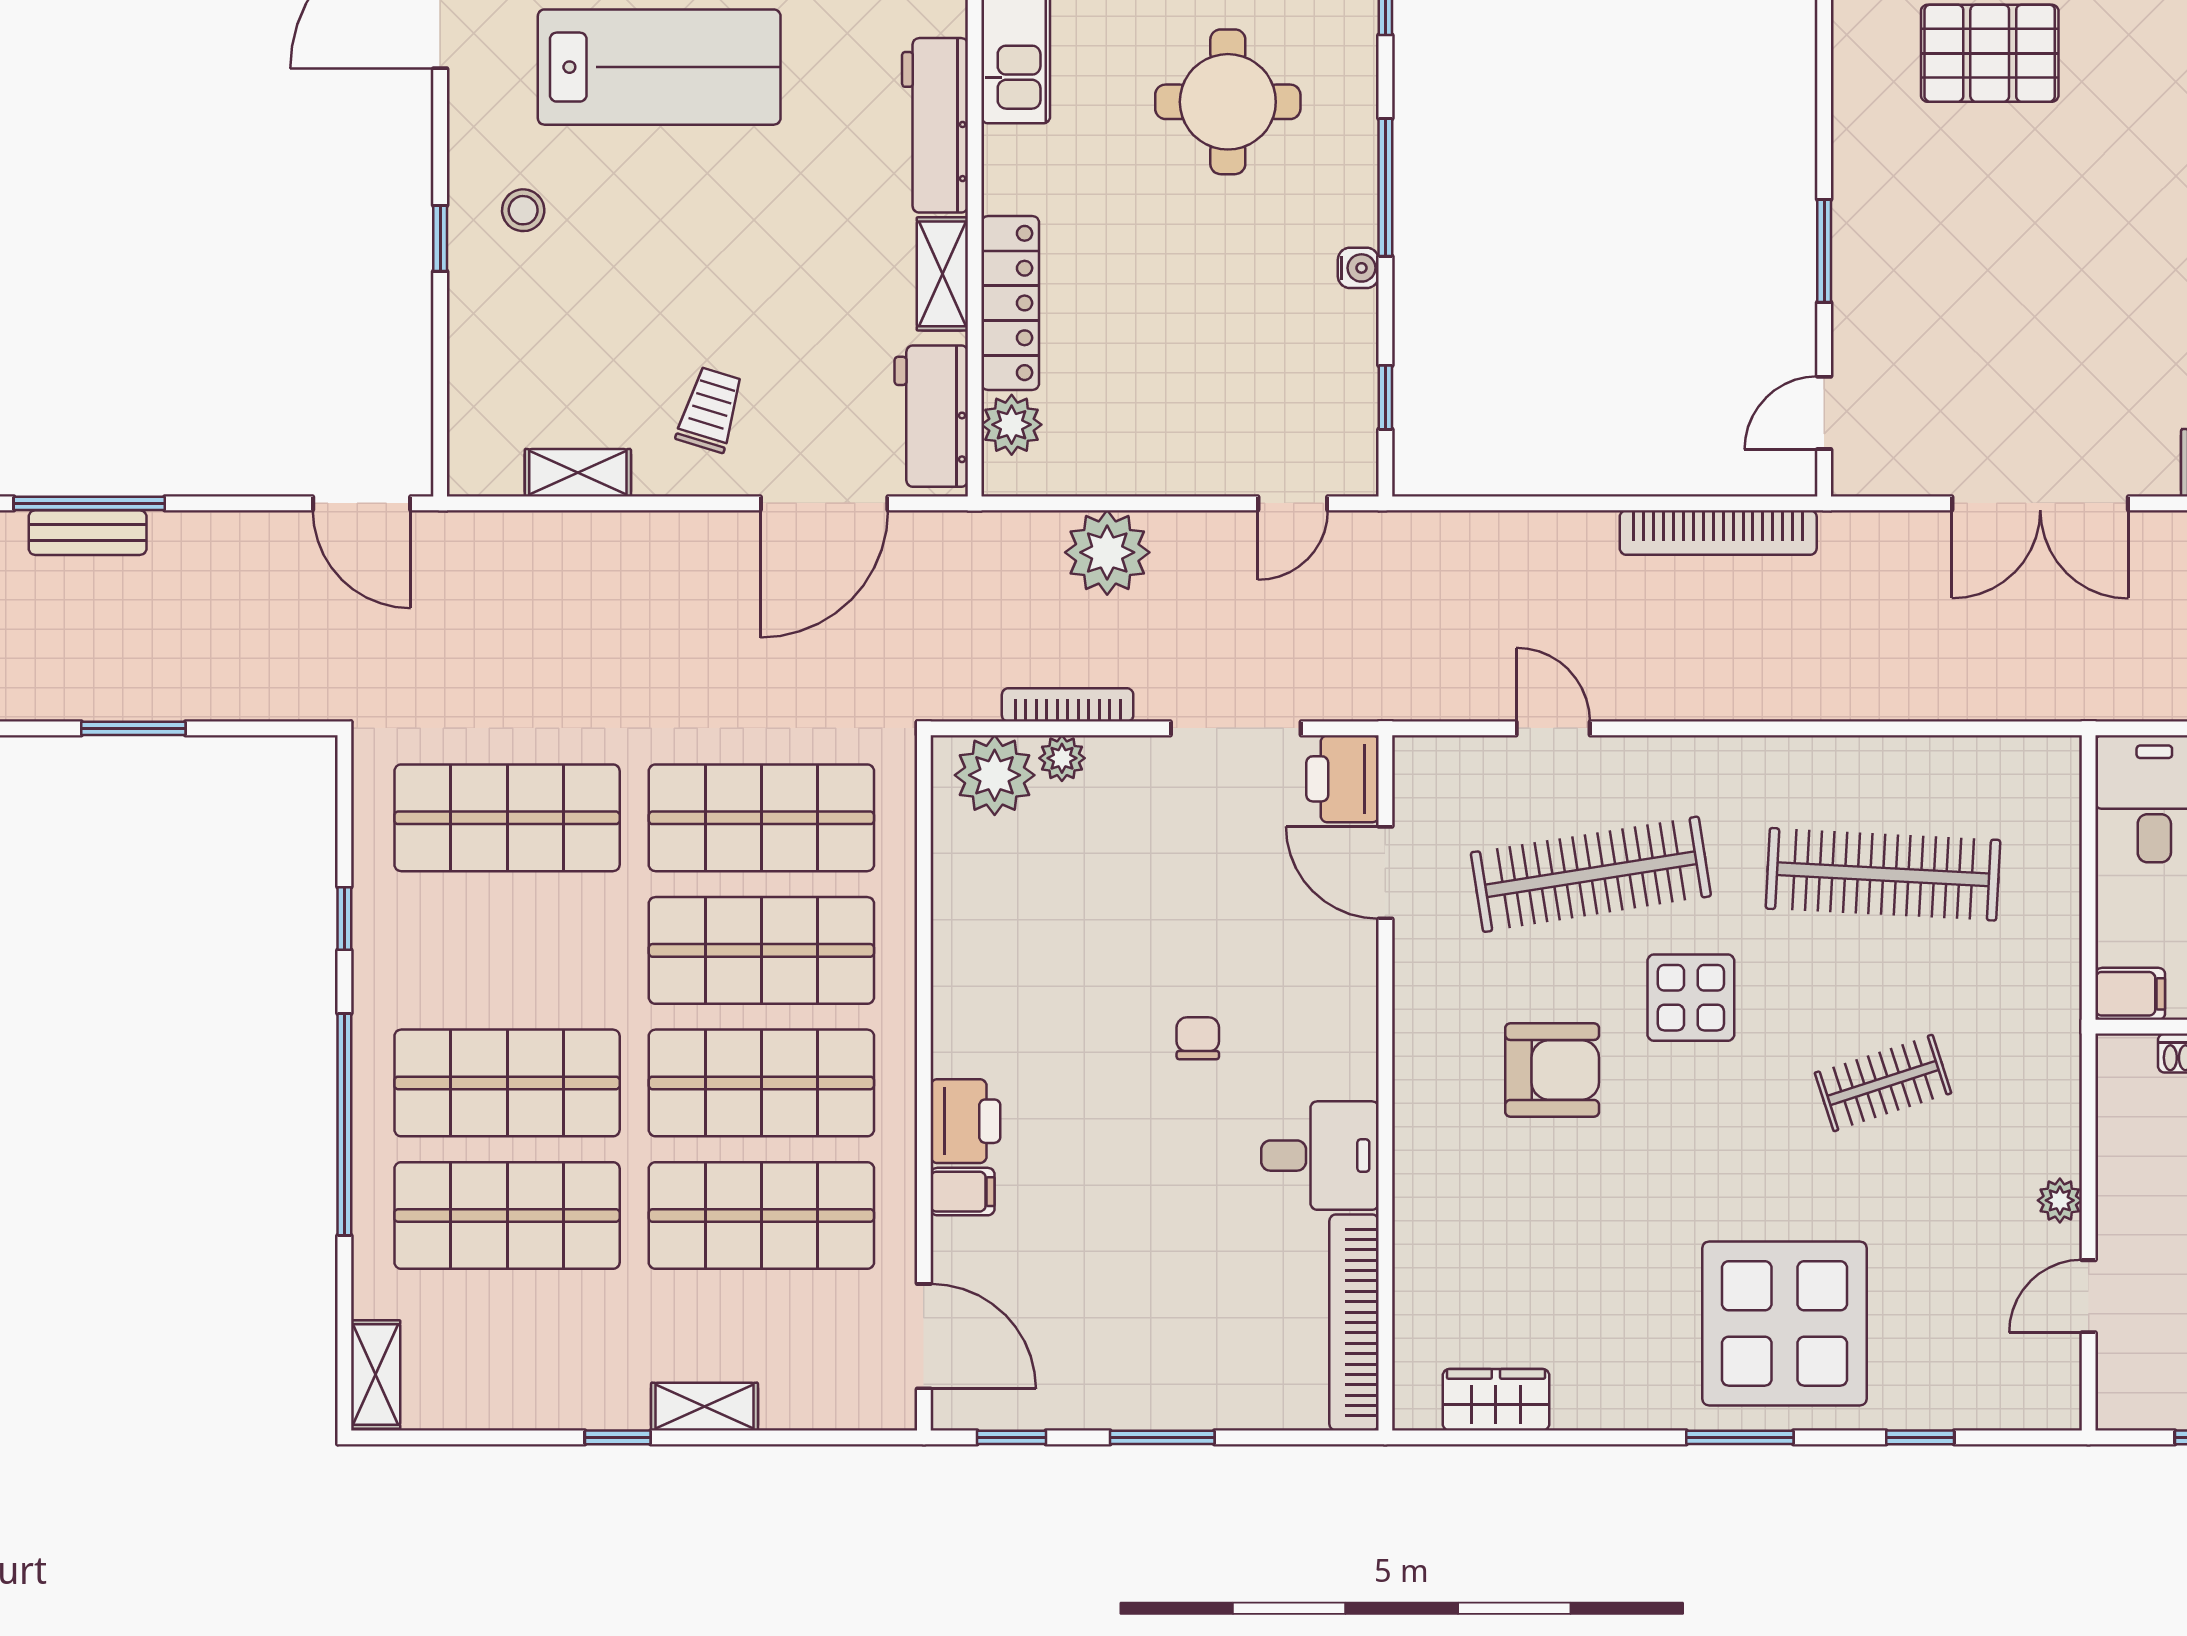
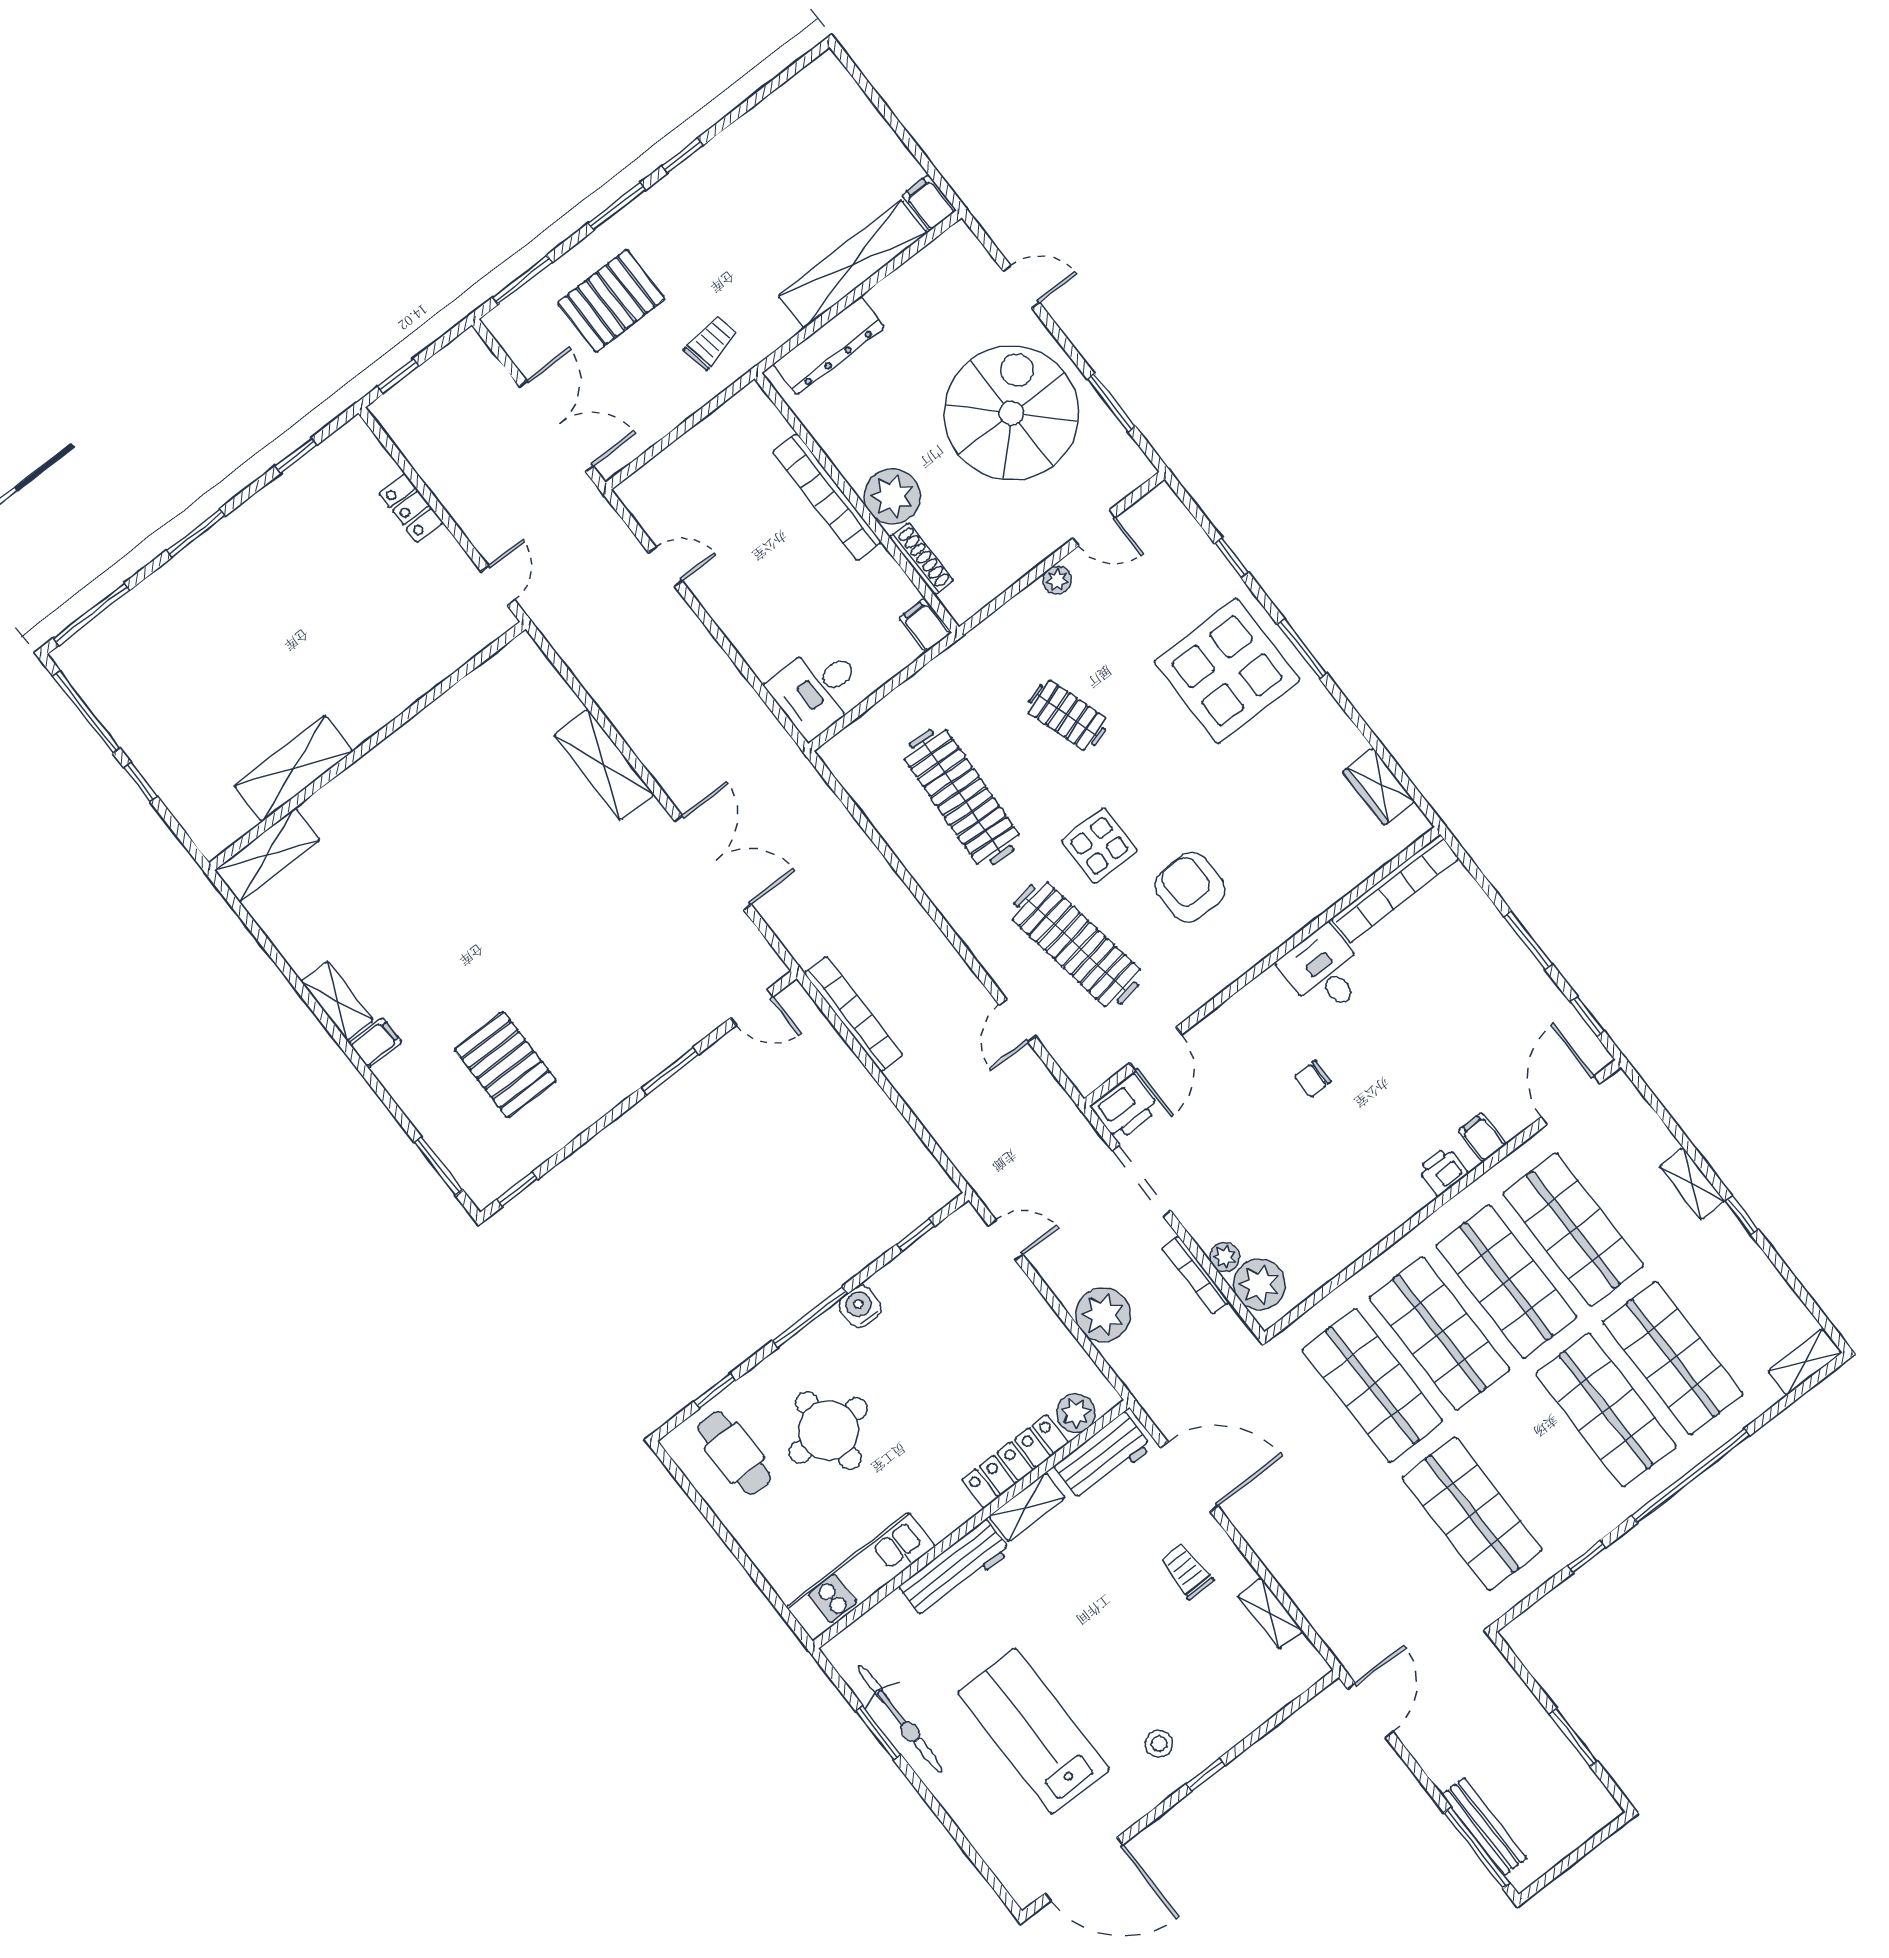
water cooler: (1358, 268) -> (860, 1306), width x1.38, depth x1.38
trolley: (710, 410) -> (1186, 1571), turned 73
bench: (88, 533) -> (1484, 1827), width x1.36
printer: (965, 1121) -> (1443, 1171), width x0.73, depth x0.81

